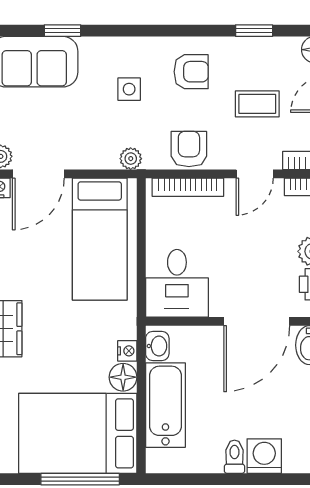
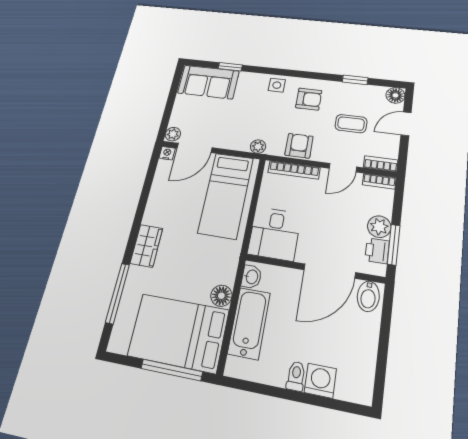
side table: (129, 89) -> (277, 85), moved
nightstand: (127, 351) -> (229, 277), removed

